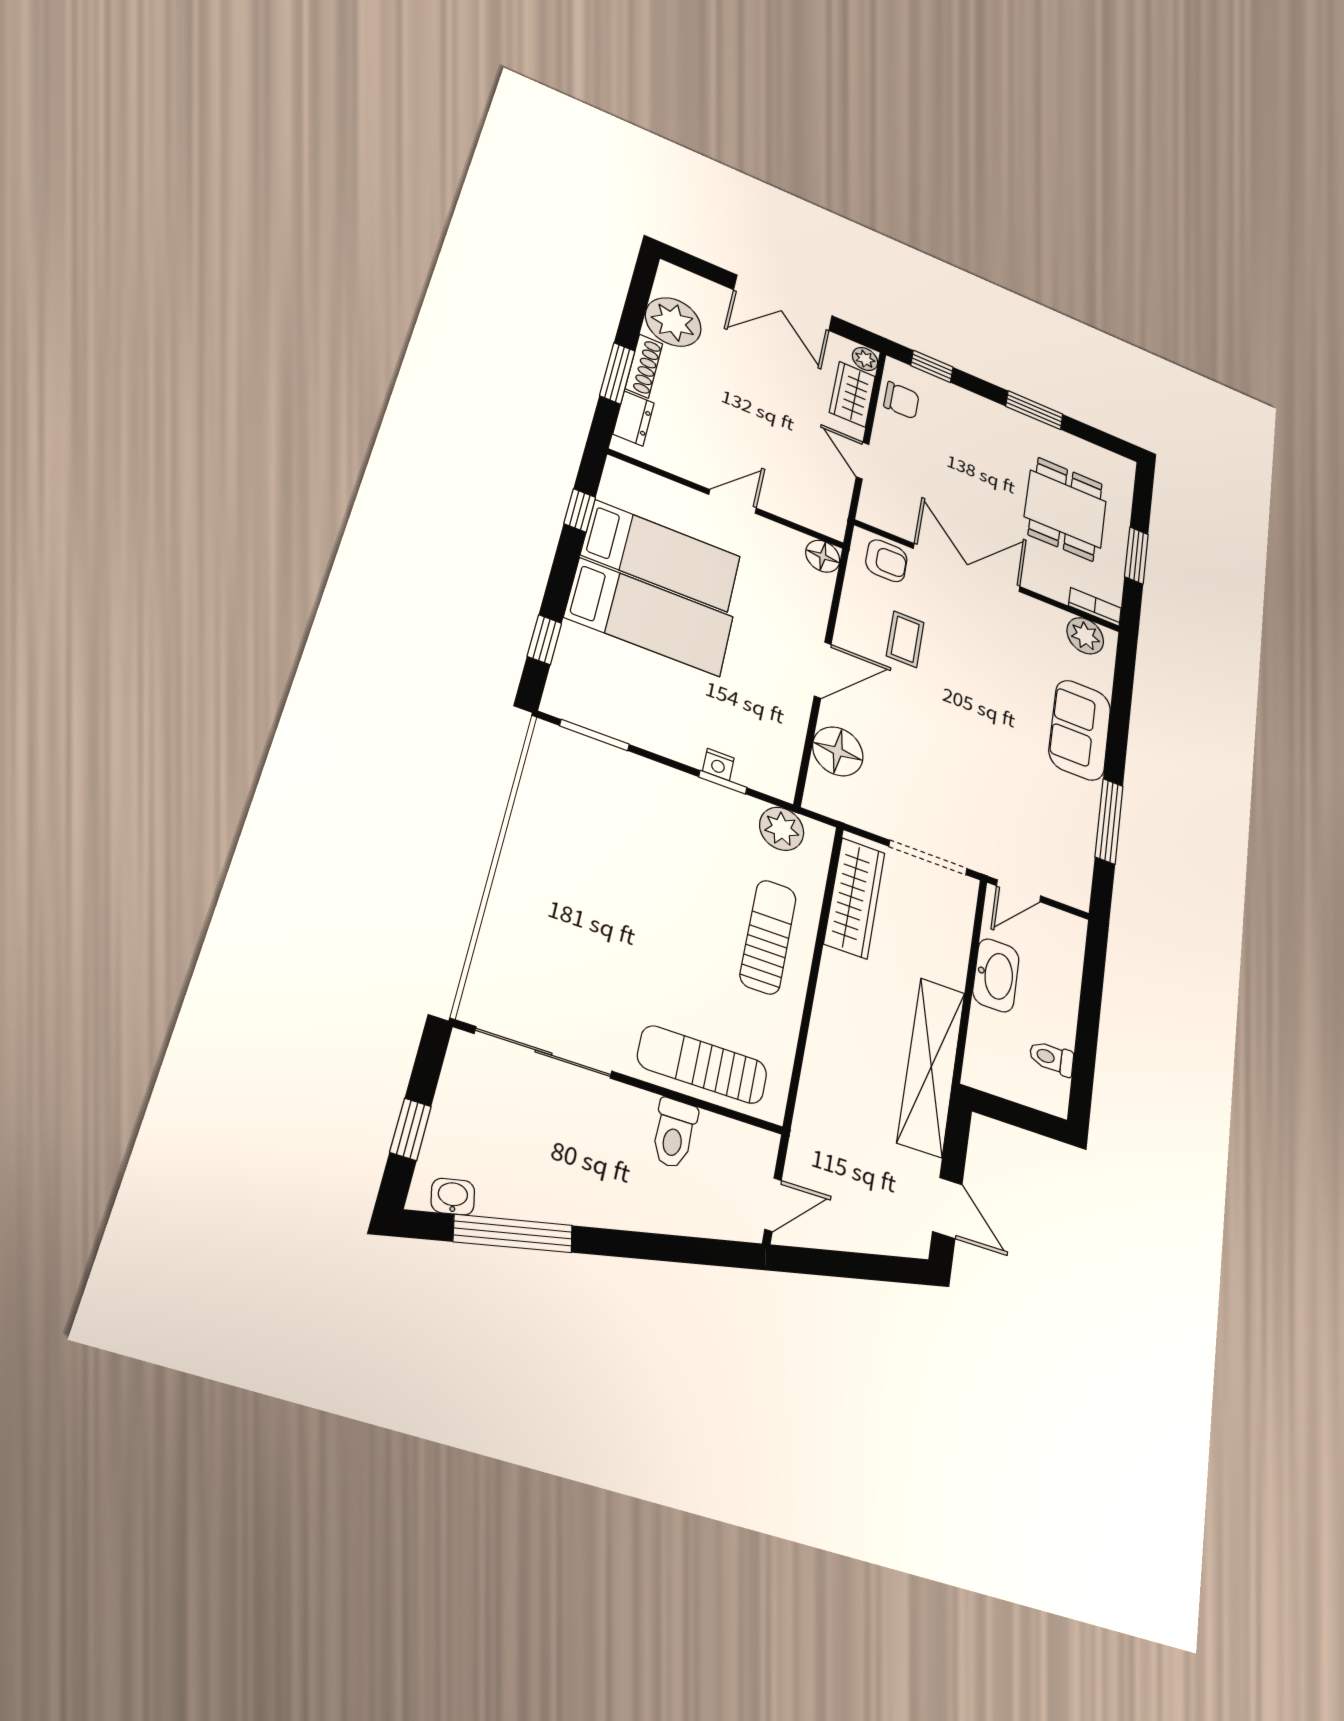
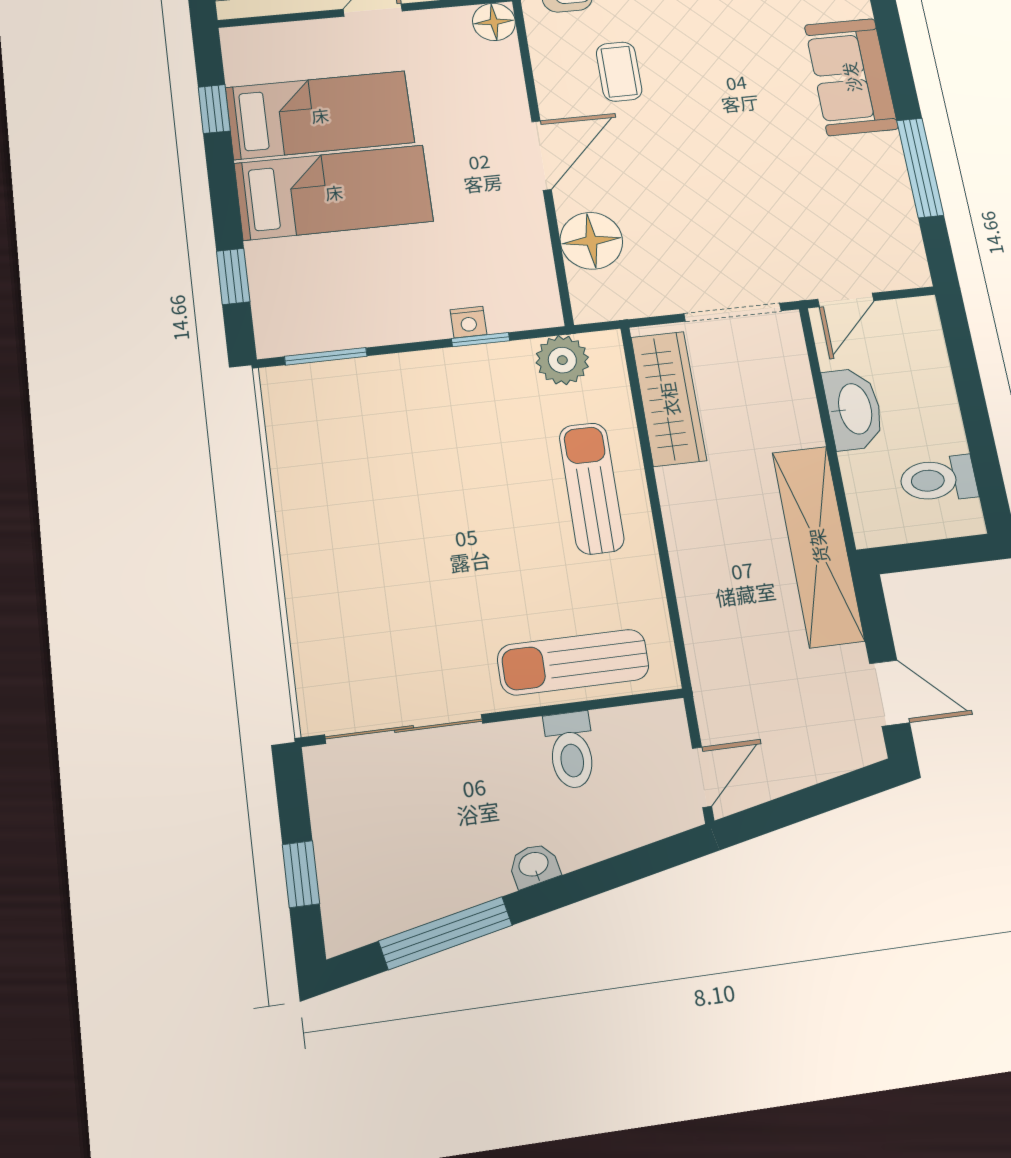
toilet: (1052, 1058) -> (938, 479), width x1.37, depth x1.39
washbasin: (453, 1197) -> (534, 865), moved

